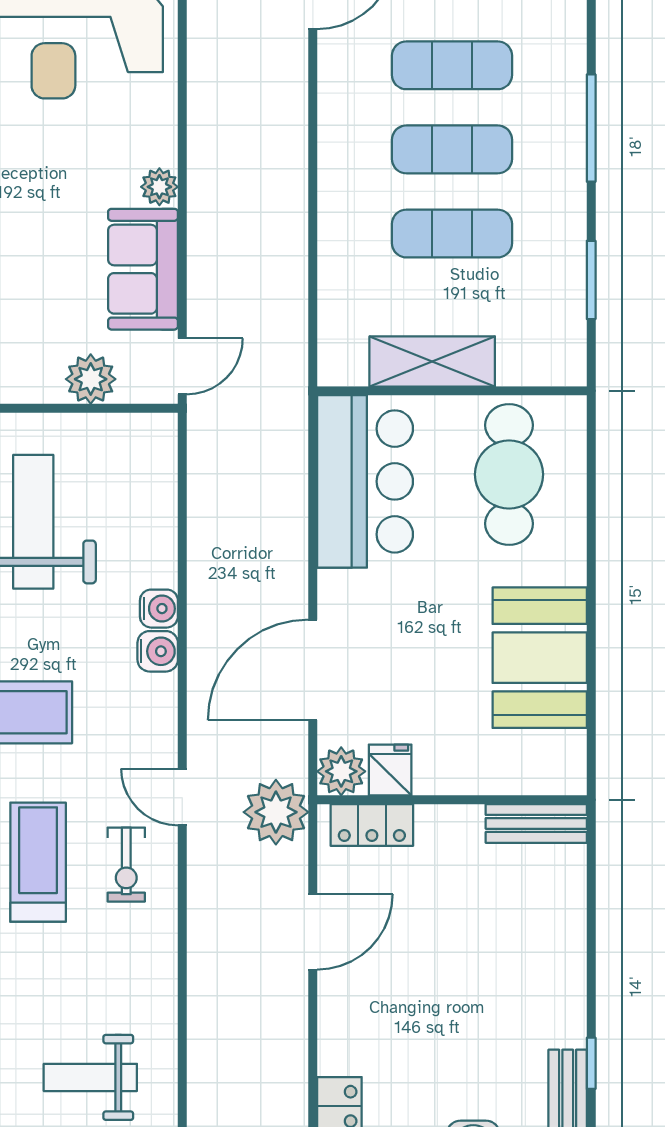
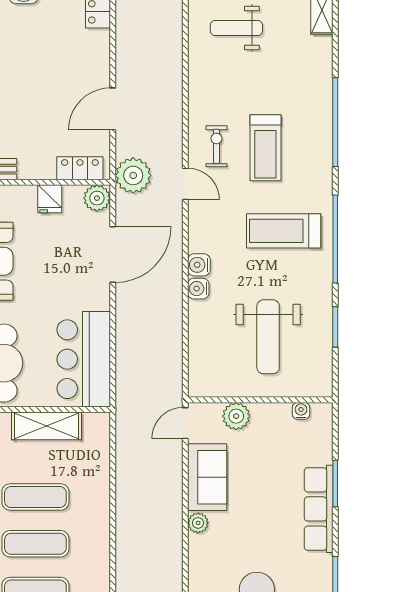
fridge: (390, 770) -> (50, 199), moved
weight bench: (90, 1077) -> (236, 28), turned 180

